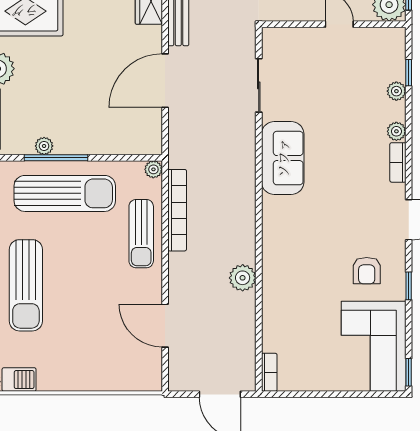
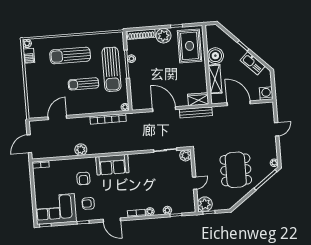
plant: (274, 40) -> (186, 155), added
sofa: (283, 158) -> (112, 165), moved
sun lounger: (141, 234) -> (83, 84), moved
armchair: (309, 277) -> (83, 179), added

